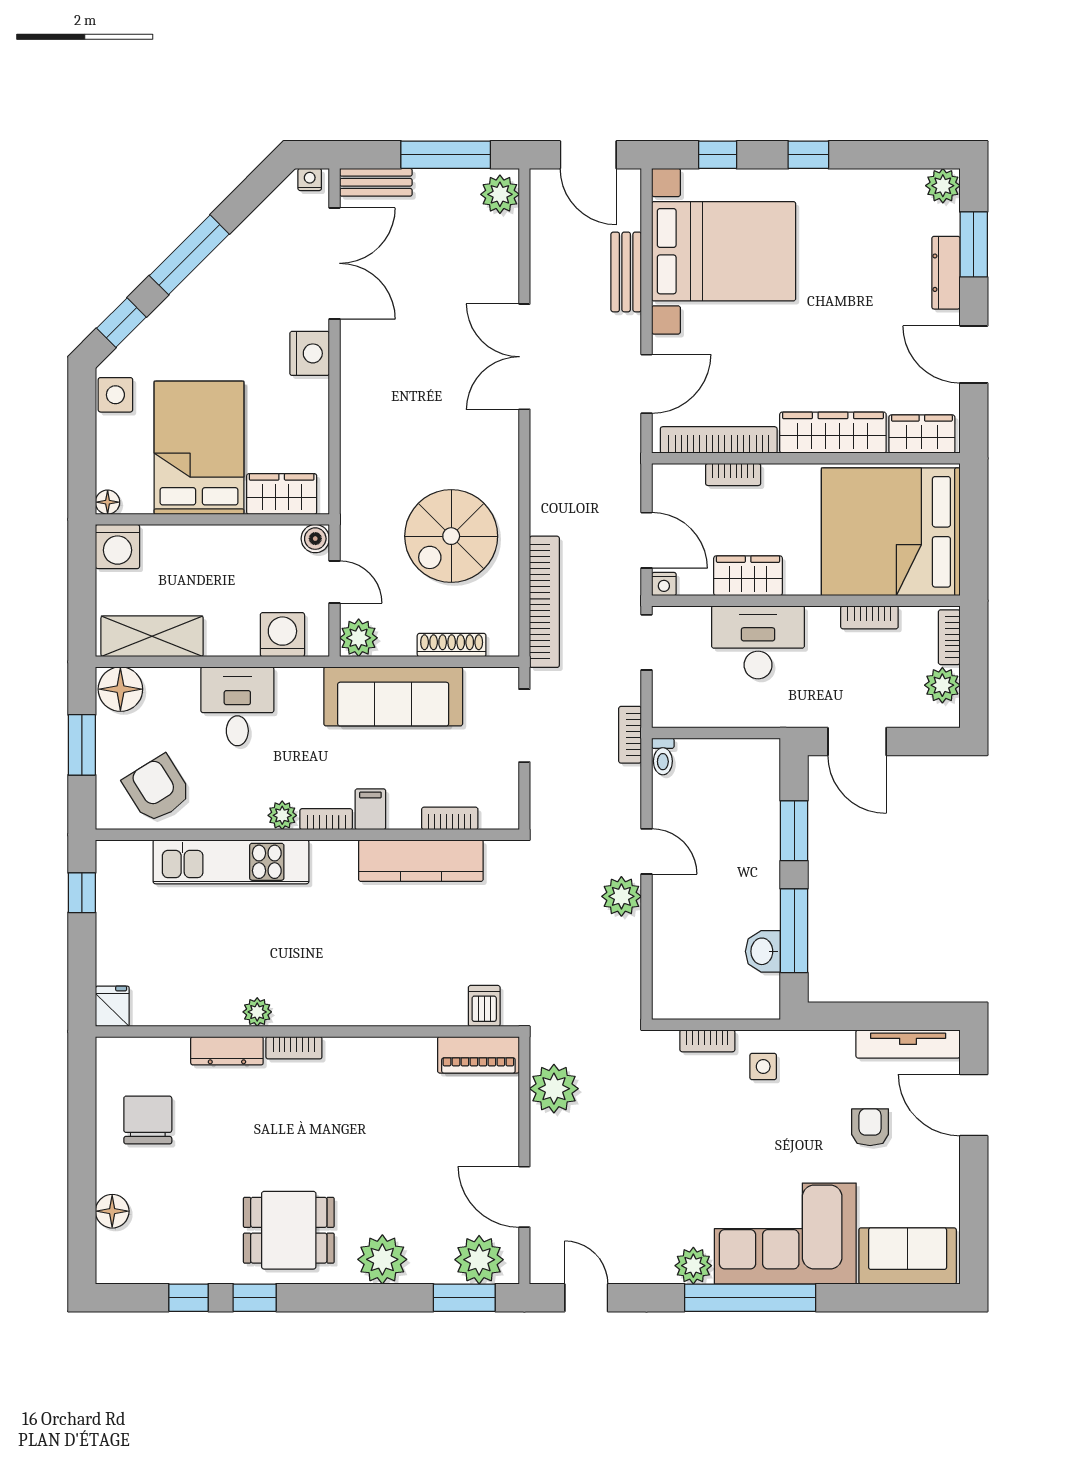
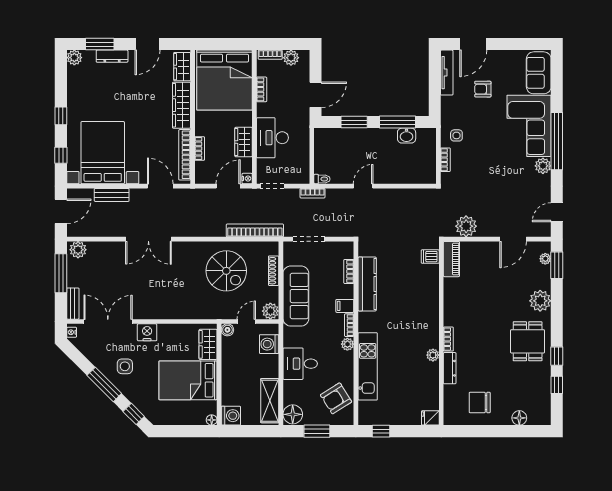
side table: (115, 395) -> (125, 366), moved
plant: (621, 896) -> (383, 197), removed
plant: (479, 1260) -> (545, 259), width x0.53, depth x0.53

